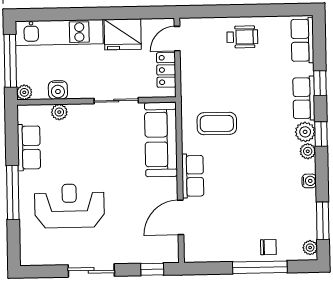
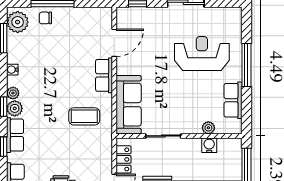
plant: (24, 92) -> (236, 144), removed
reception desk: (69, 206) -> (202, 54), turned 180
plant: (310, 248) -> (18, 22), width x1.88, depth x1.88

